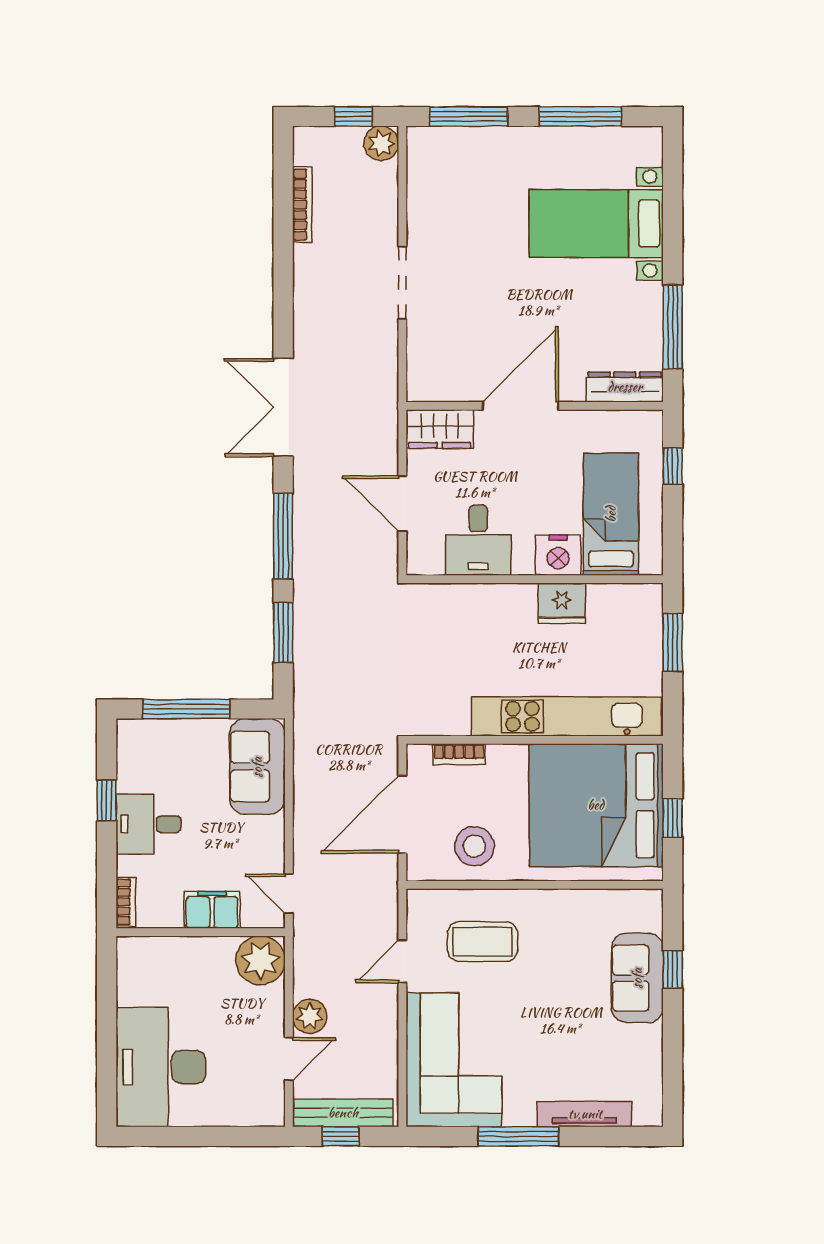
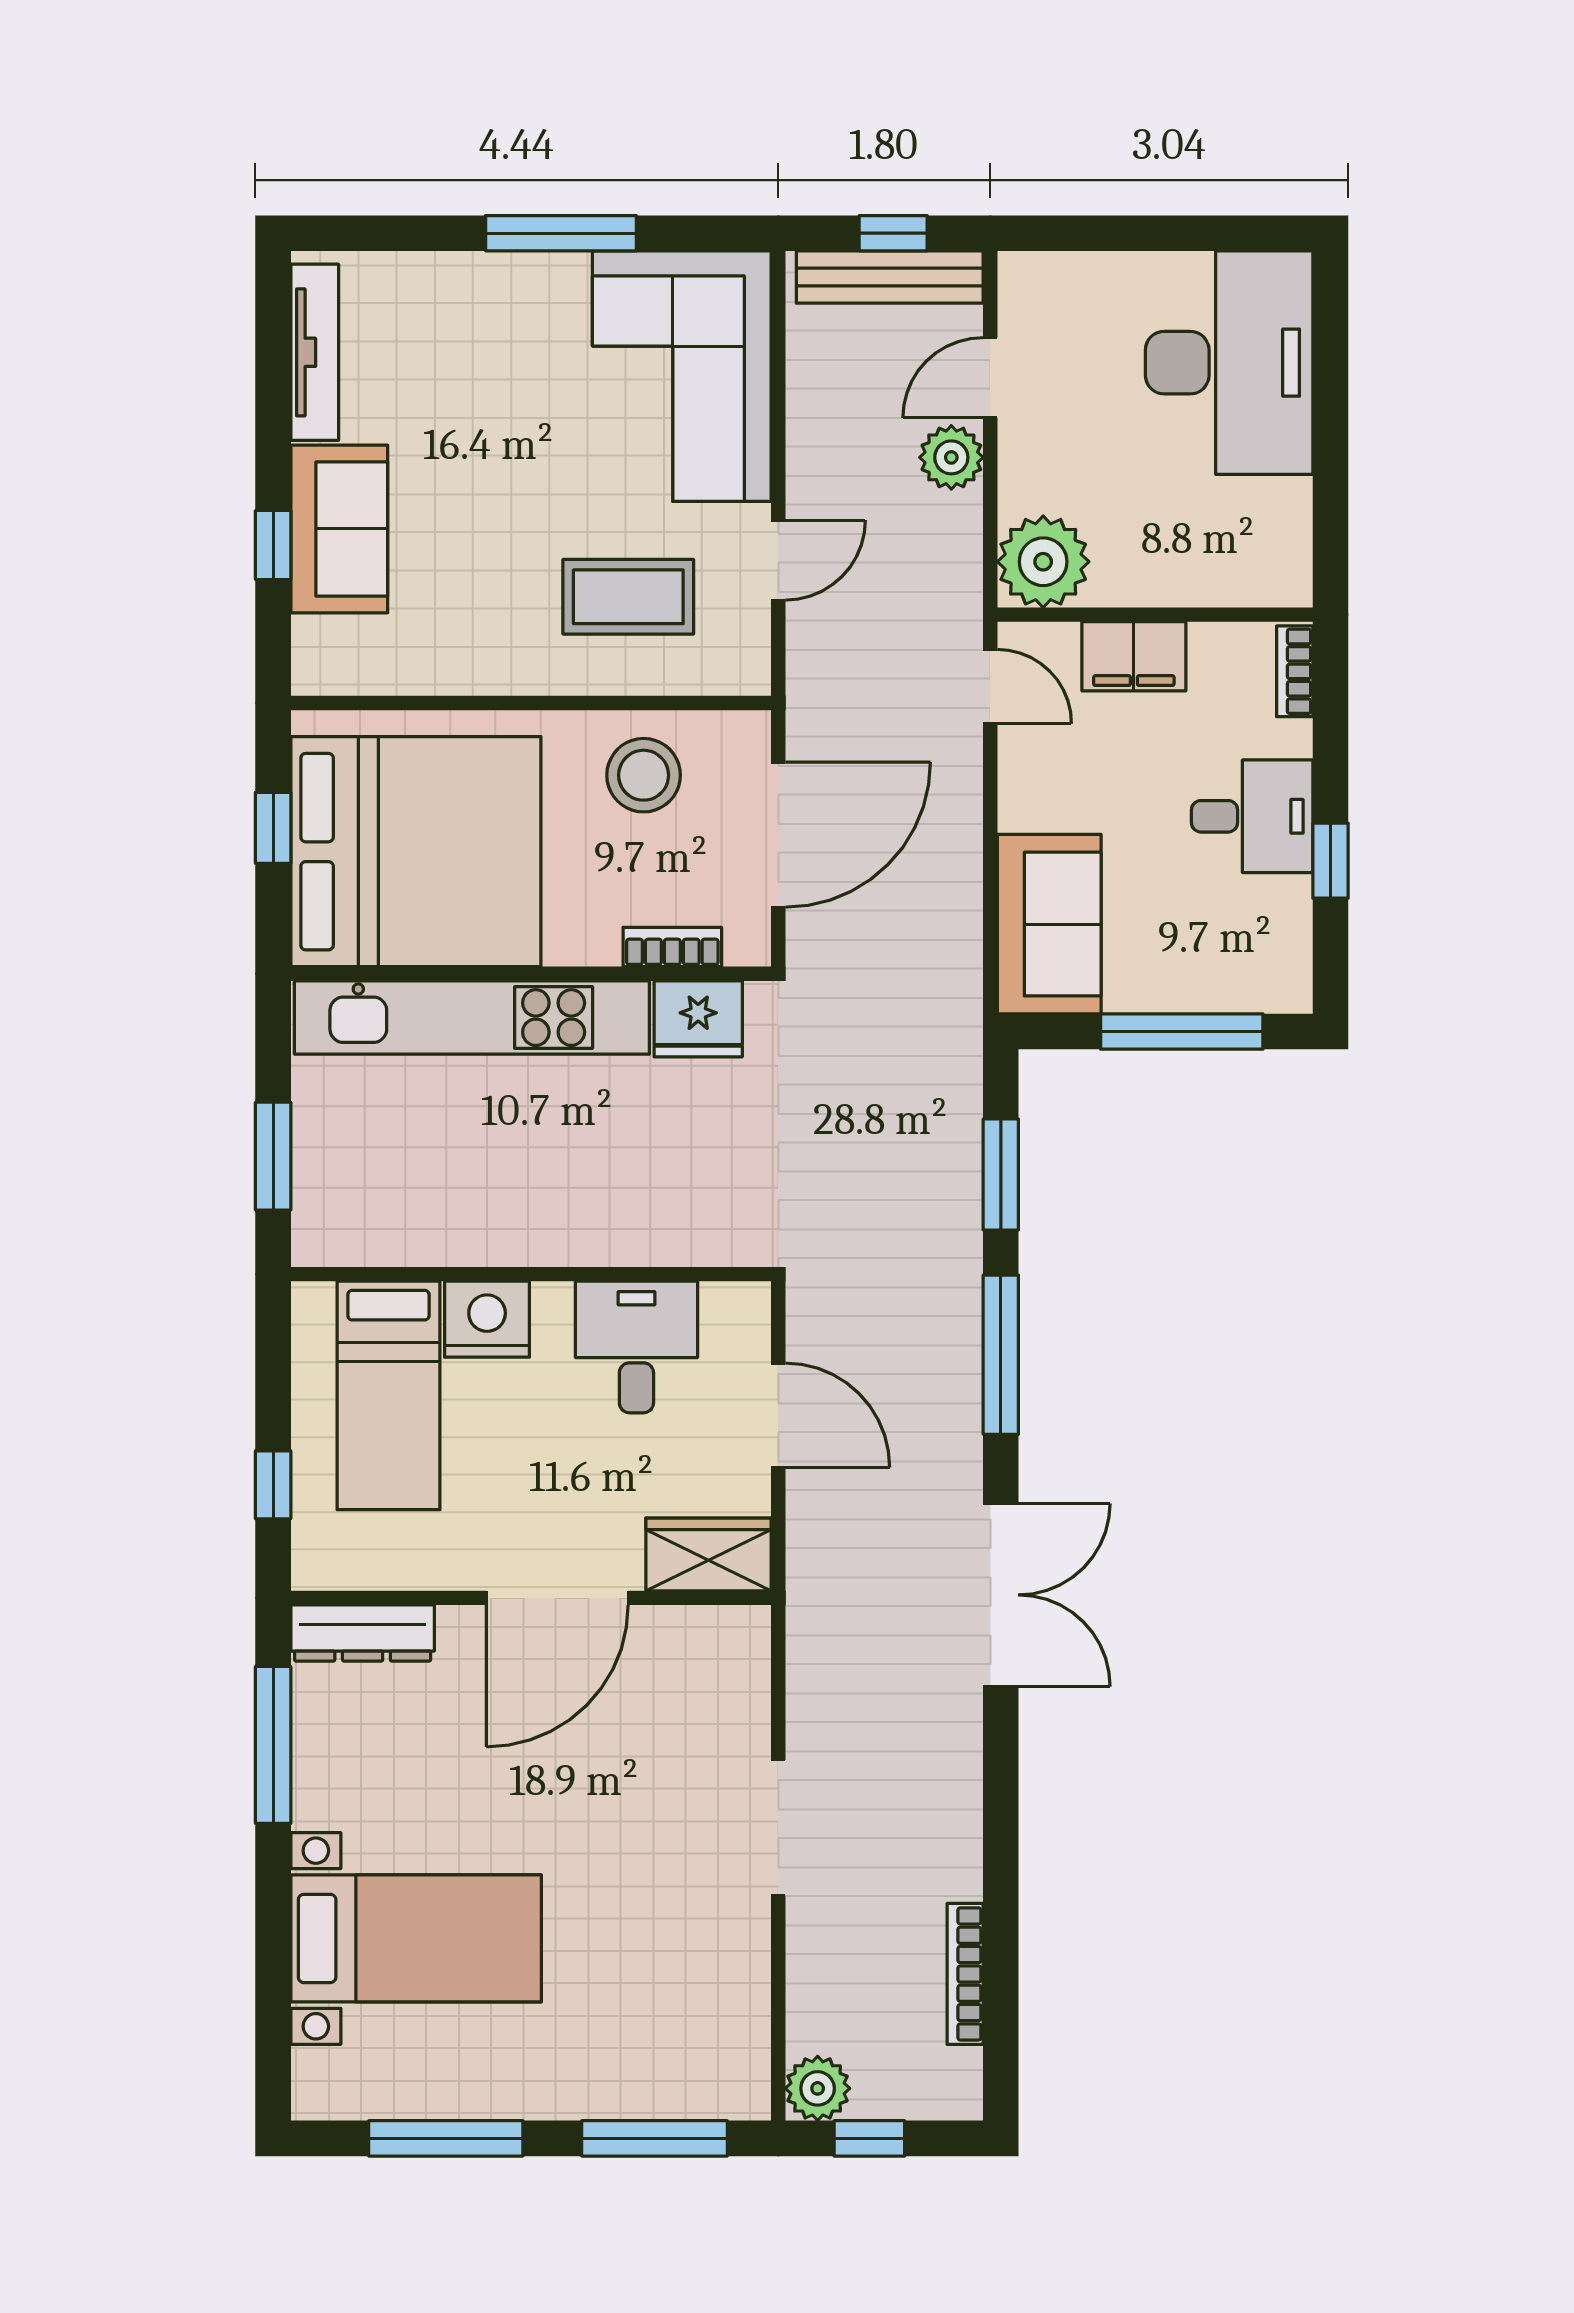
fridge: (562, 603) -> (698, 1019), moved, turned 180
tv unit: (585, 1114) -> (315, 352), moved, turned -90

